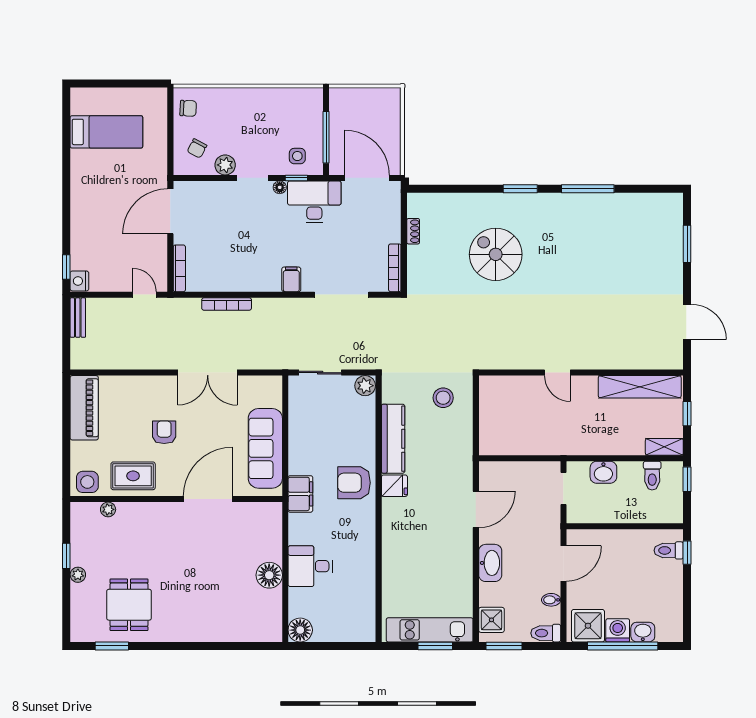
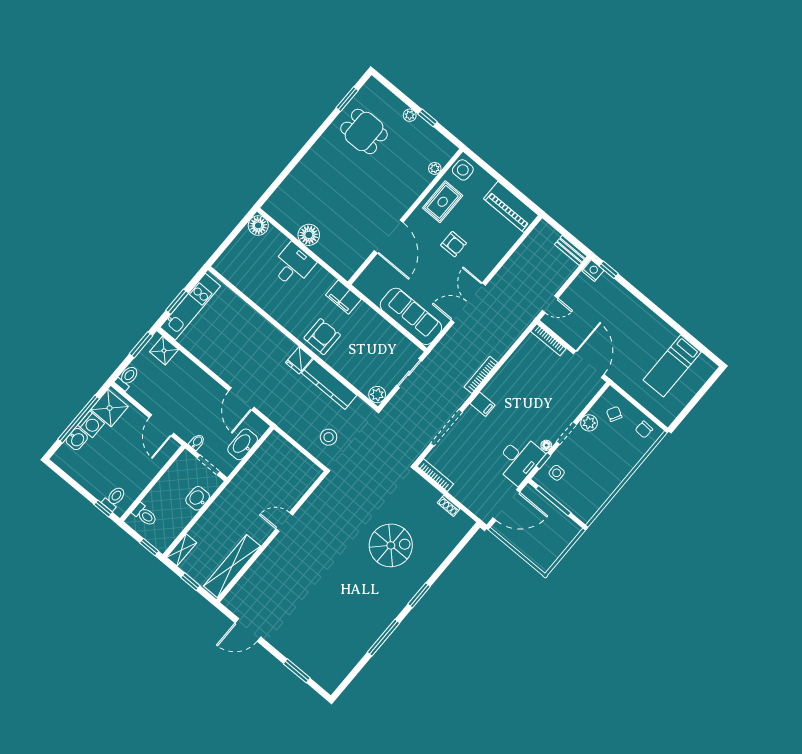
bookcase: (227, 304) -> (481, 375), moved
sofa: (265, 448) -> (411, 316), moved
toilet: (652, 476) -> (145, 515), moved, turned 180
washbasin: (490, 563) -> (243, 444), moved, turned 90
bidet: (551, 600) -> (197, 442), moved

